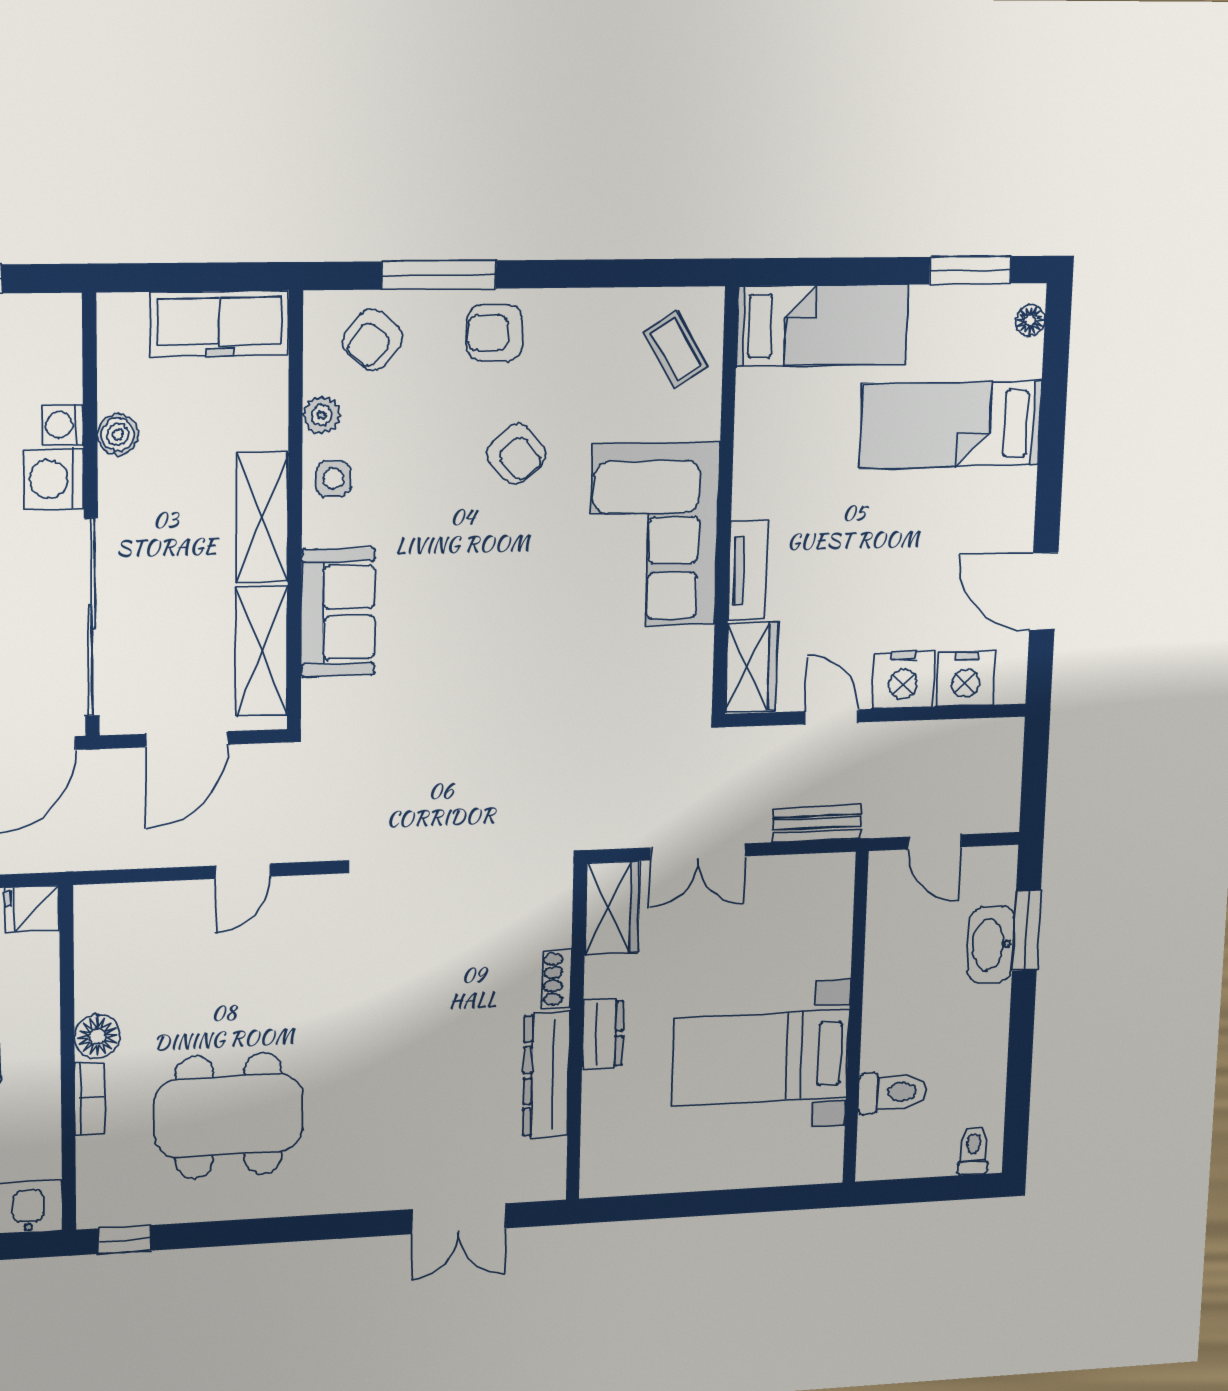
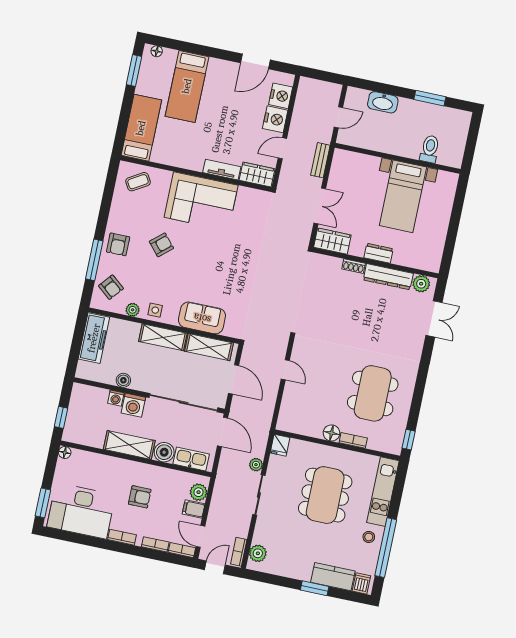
window: (1026, 930) -> (430, 98), moved
toilet: (973, 1150) -> (461, 122), removed
plant: (544, 1162) -> (421, 284), added

